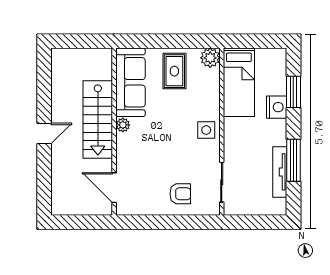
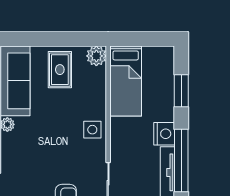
nightstand: (277, 107) -> (164, 134), moved
window: (293, 160) -> (181, 161), width x1.46

